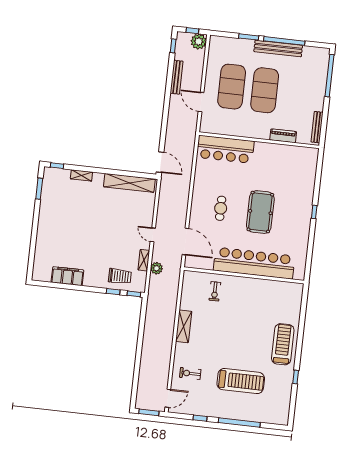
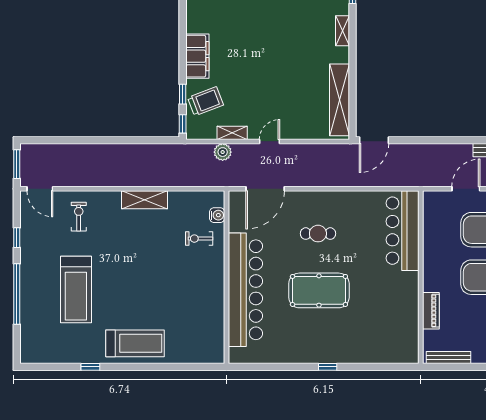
filing cabinet: (67, 276) -> (197, 56), moved
trolley: (120, 276) -> (206, 101), turned -111
water cooler: (200, 277) -> (217, 215), added

